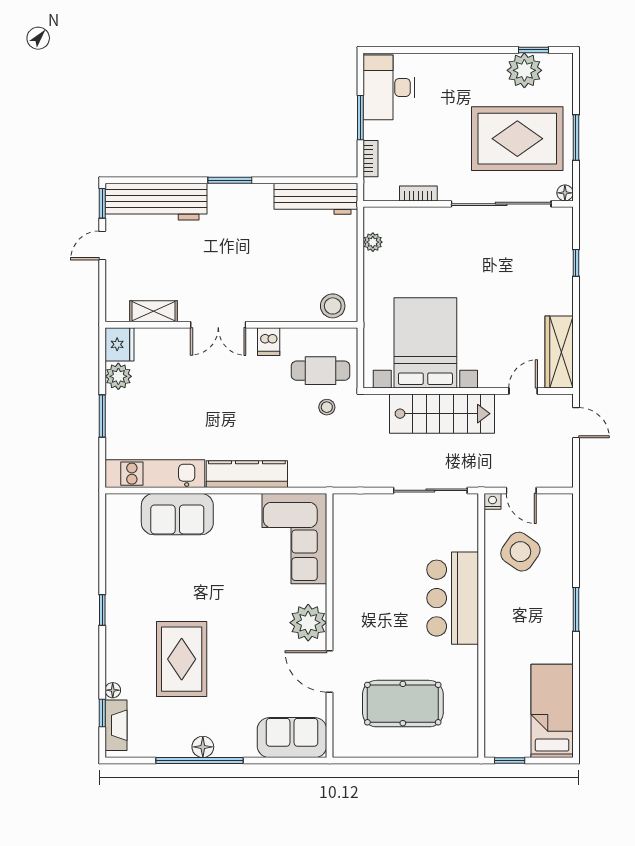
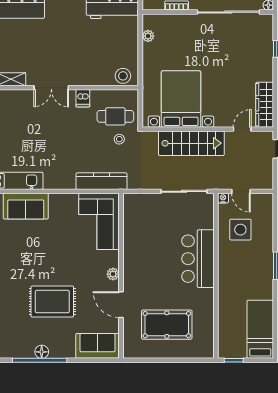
kitchen counter: (247, 474) -> (102, 181), moved
side table: (520, 552) -> (240, 230), turned -35
plant: (308, 623) -> (113, 274), width x0.53, depth x0.53
rug: (182, 659) -> (52, 302), moved, turned 90

